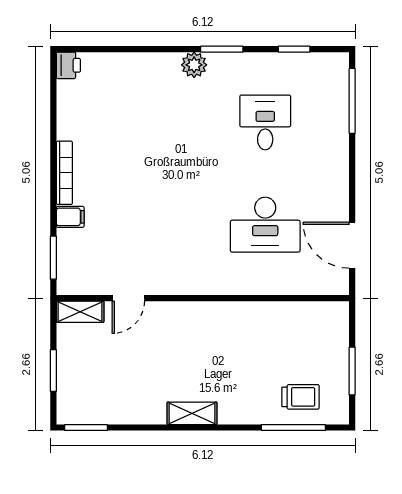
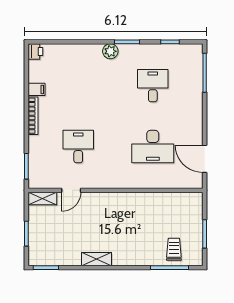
filing cabinet: (70, 217) -> (36, 89), moved
desk: (140, 225) -> (78, 147), added
trolley: (301, 397) -> (174, 249), turned -90
shelving: (192, 413) -> (96, 259), moved

